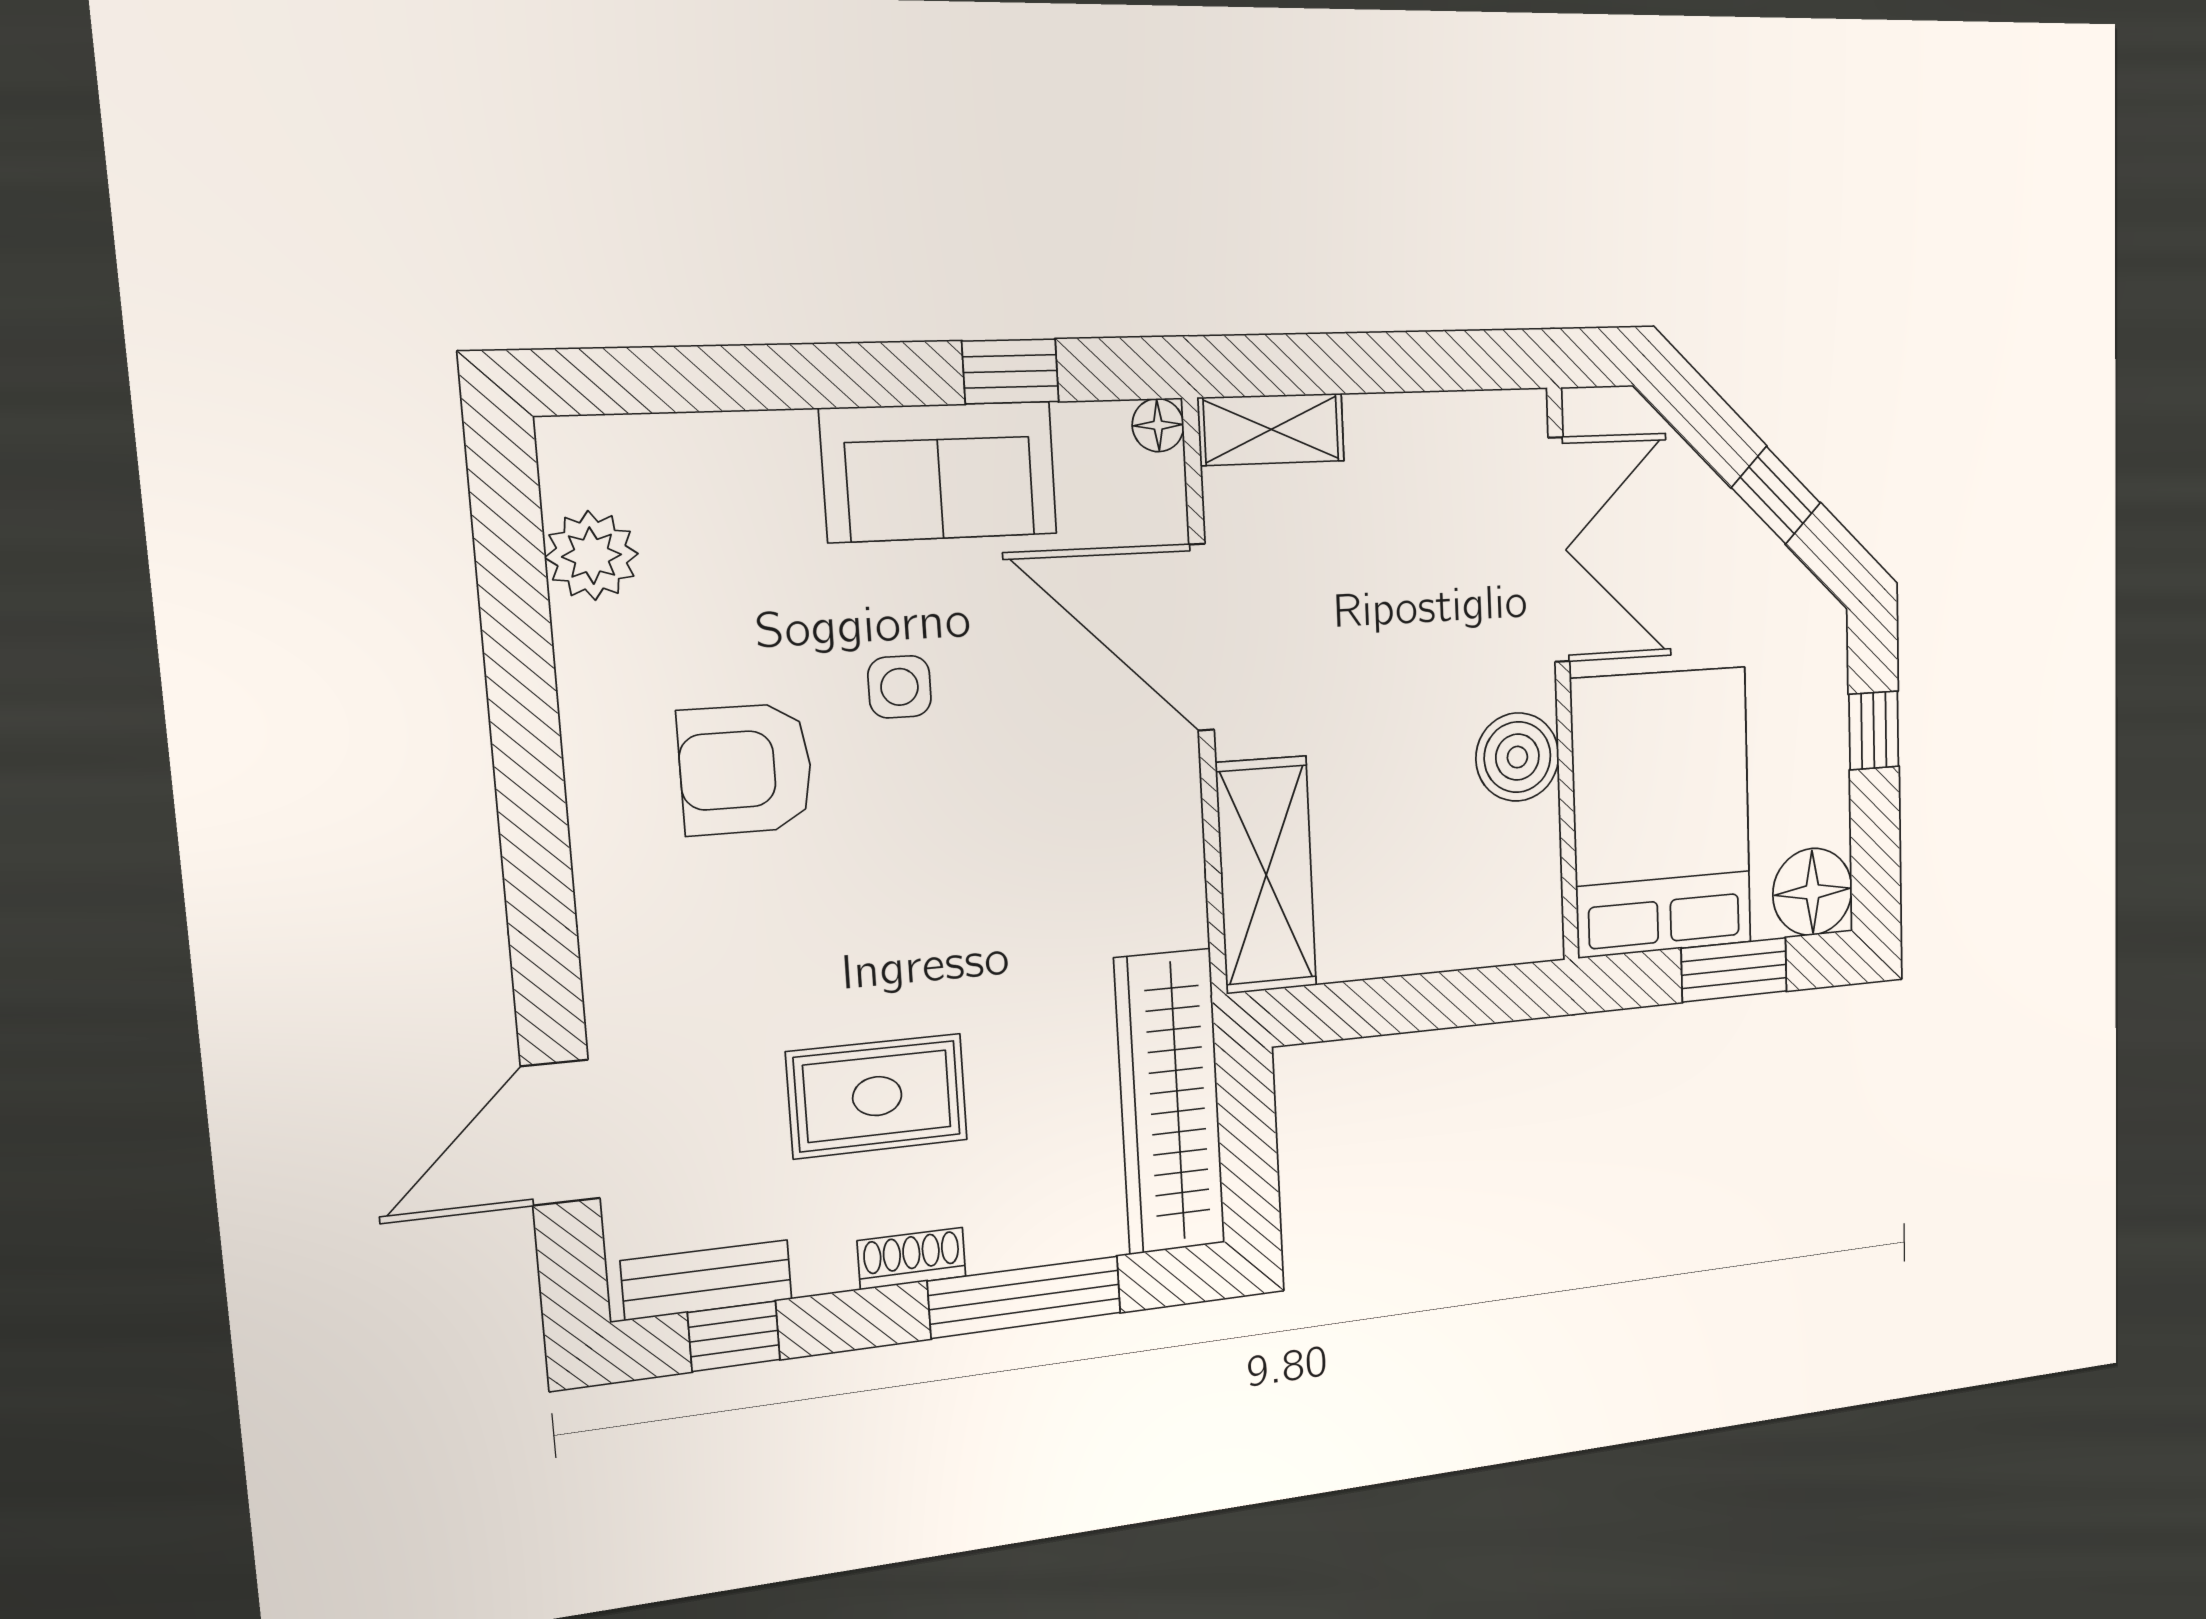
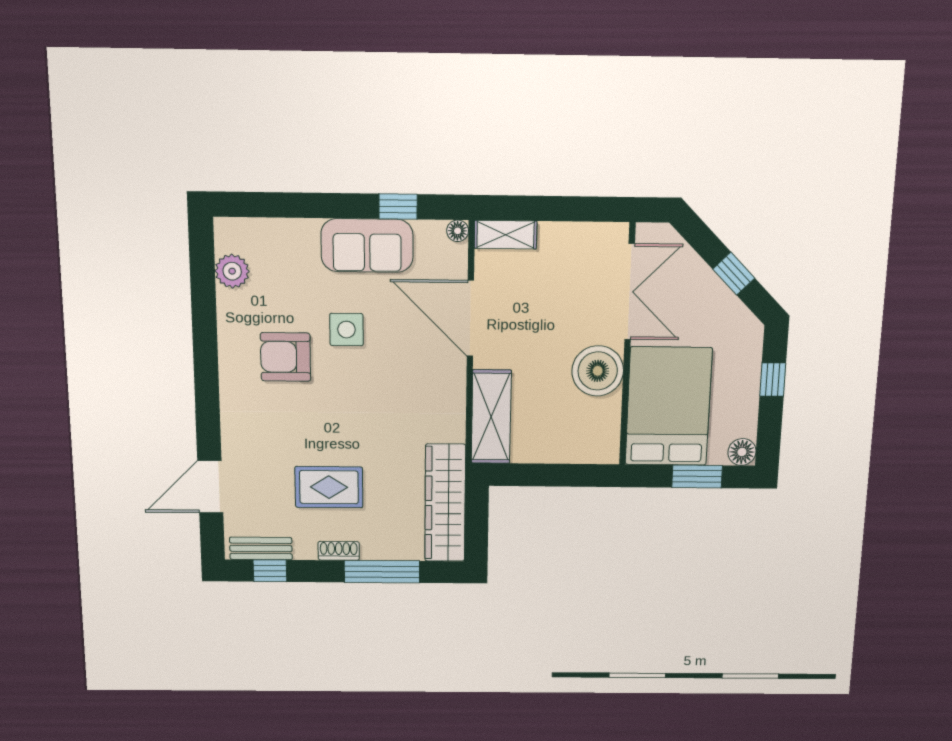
side table: (900, 687) -> (346, 330), width x1.37, depth x1.37
boiler: (1517, 757) -> (598, 371), width x1.37, depth x1.37
floor lamp: (1813, 892) -> (742, 452), width x0.73, depth x0.73

